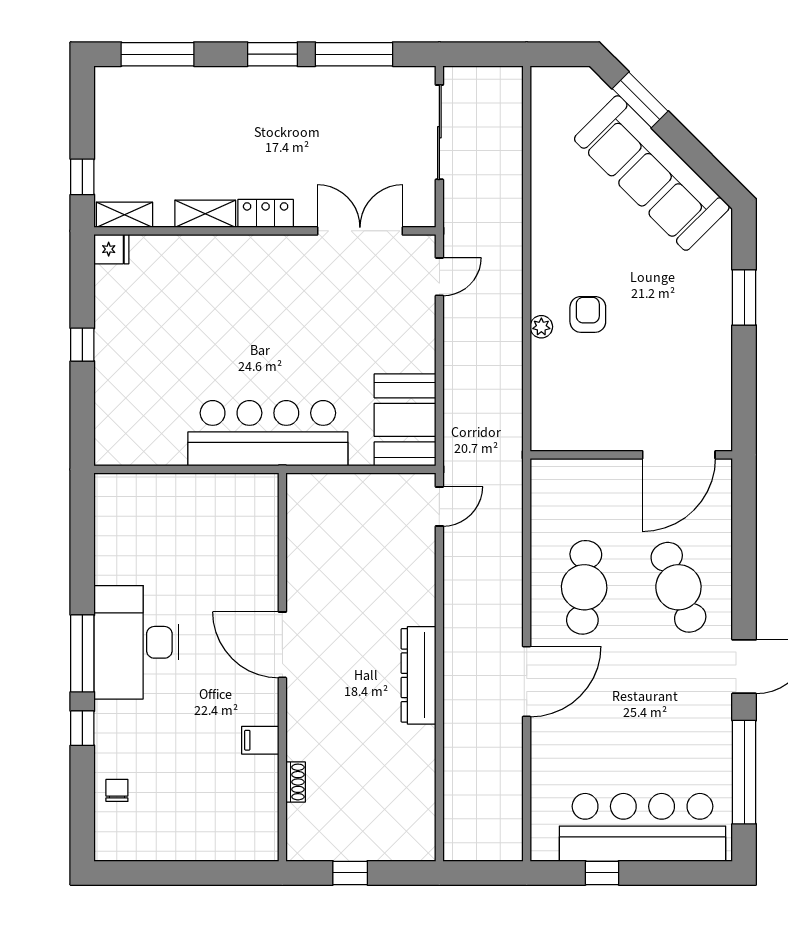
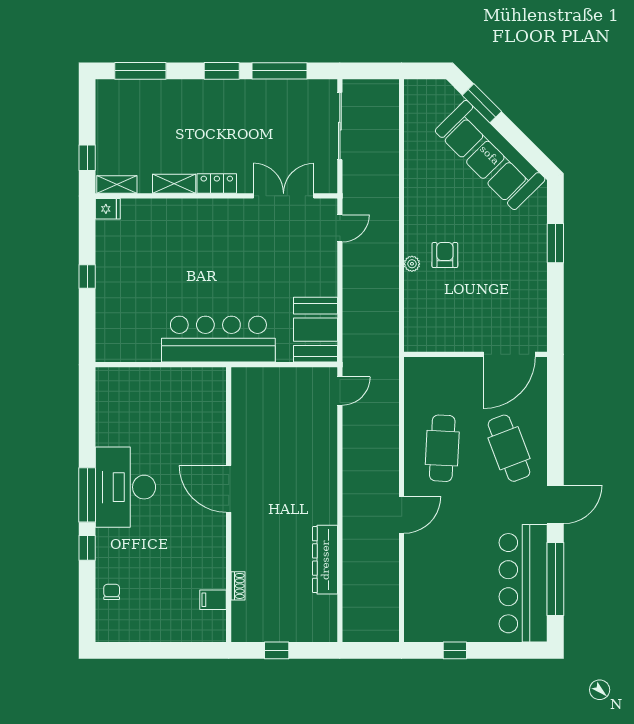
dresser: (419, 675) -> (325, 560), moved
door: (527, 682) -> (402, 515), width x0.73
filing cabinet: (260, 740) -> (213, 600), moved
bar counter: (642, 827) -> (523, 583), moved, turned -90

